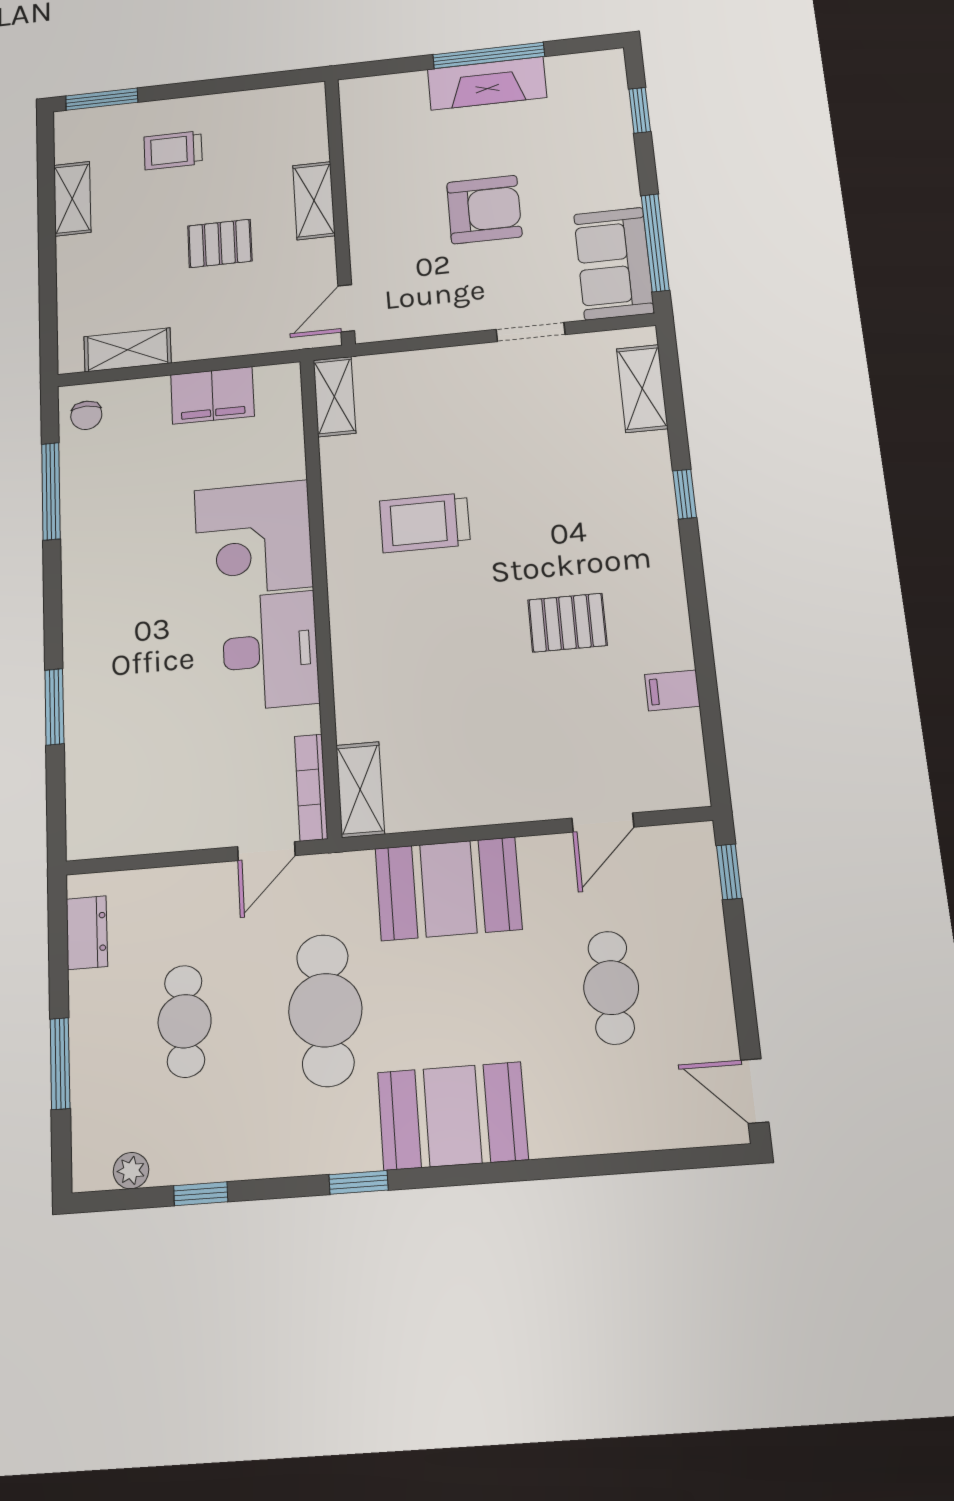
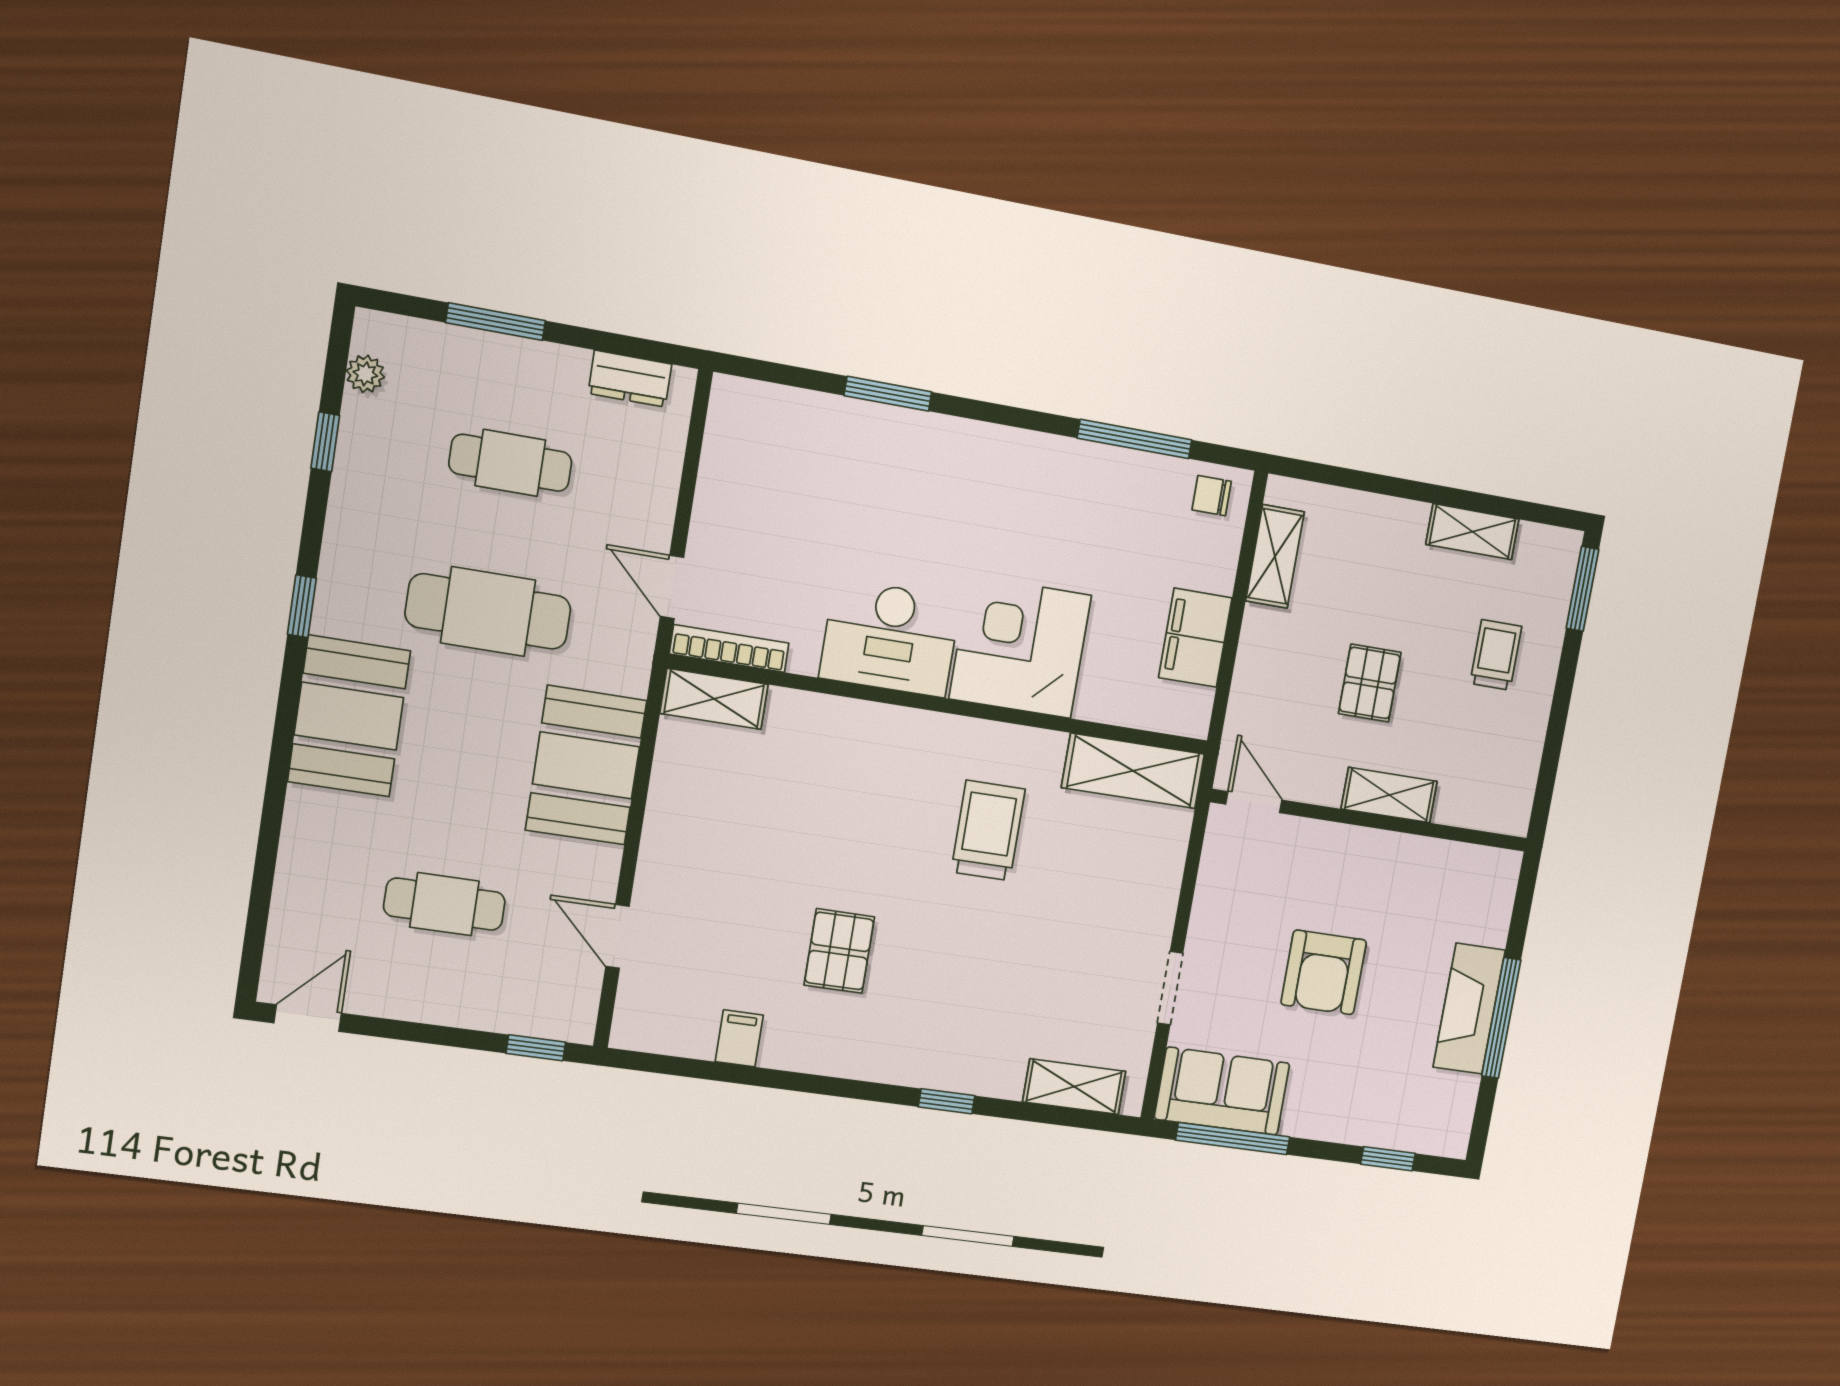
shelving: (334, 397) -> (1133, 771), width x1.50, depth x1.33

